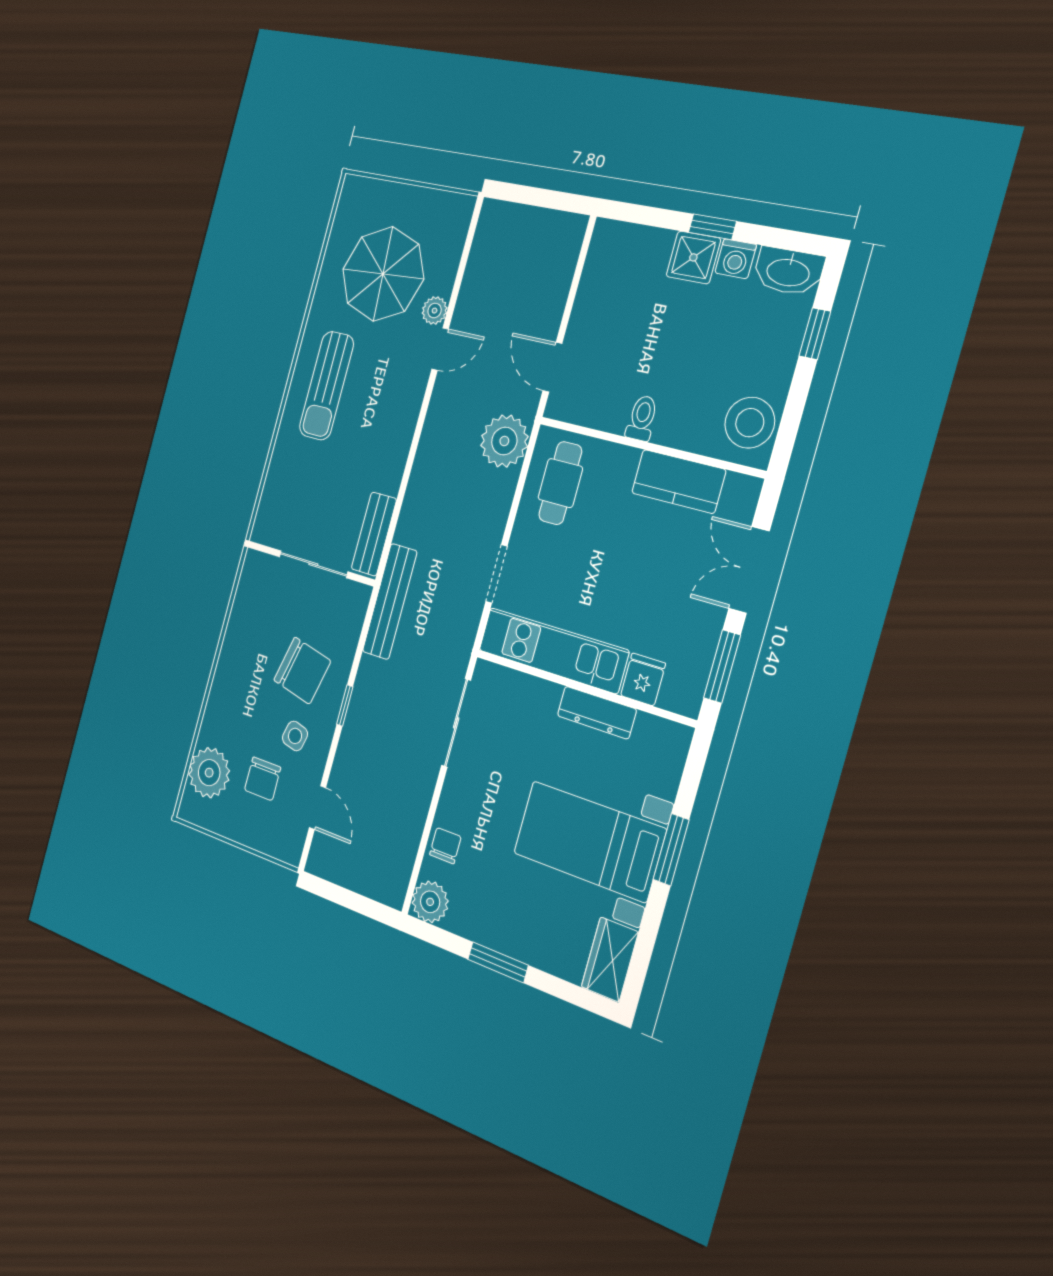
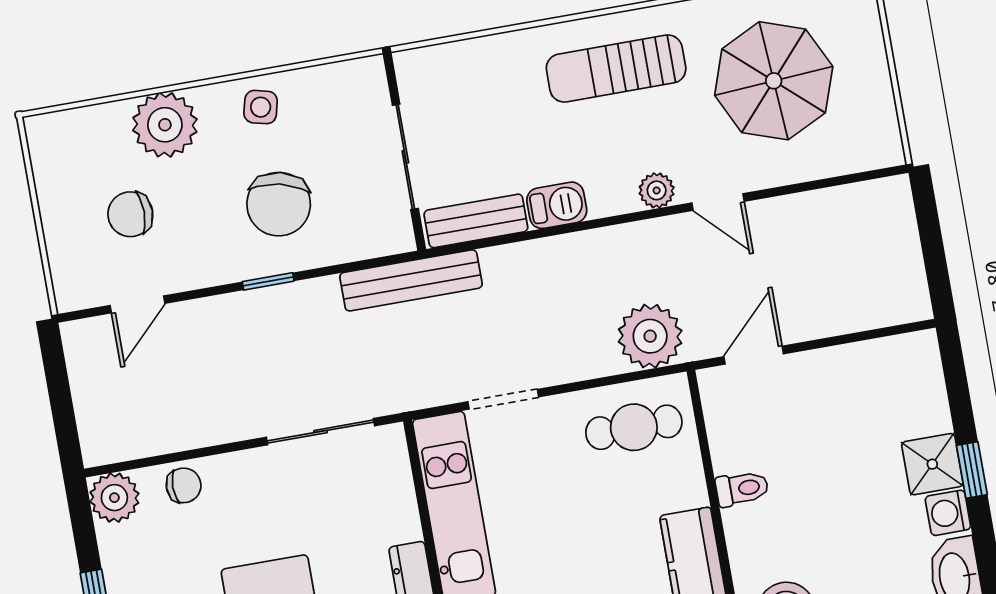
plant: (435, 311) -> (657, 190), moved
barbecue: (390, 470) -> (557, 205), added
side table: (295, 736) -> (261, 107), moved
plant: (209, 773) -> (165, 125), moved

